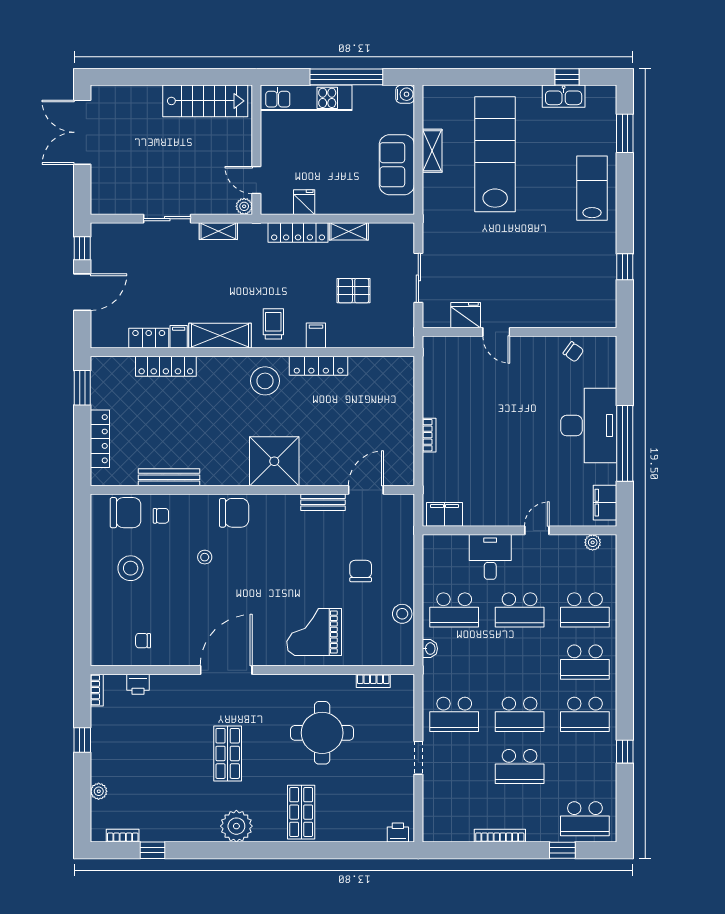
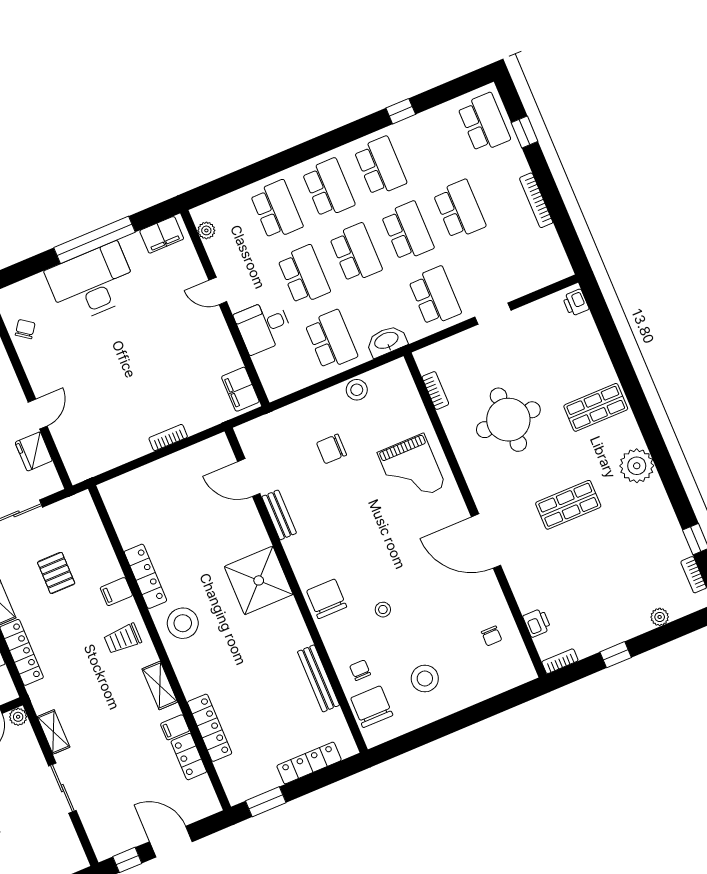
shelving: (220, 336) -> (160, 685), width x0.67, depth x0.75
washbasin: (430, 649) -> (387, 341), width x1.91, depth x1.45
school desk: (520, 662) -> (356, 253), added

